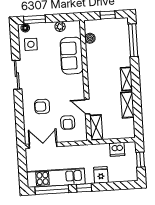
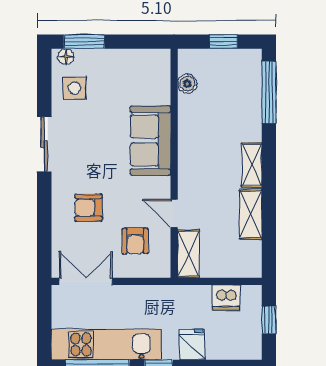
plant: (60, 27) -> (132, 58), removed
sofa: (72, 56) -> (150, 141), moved

